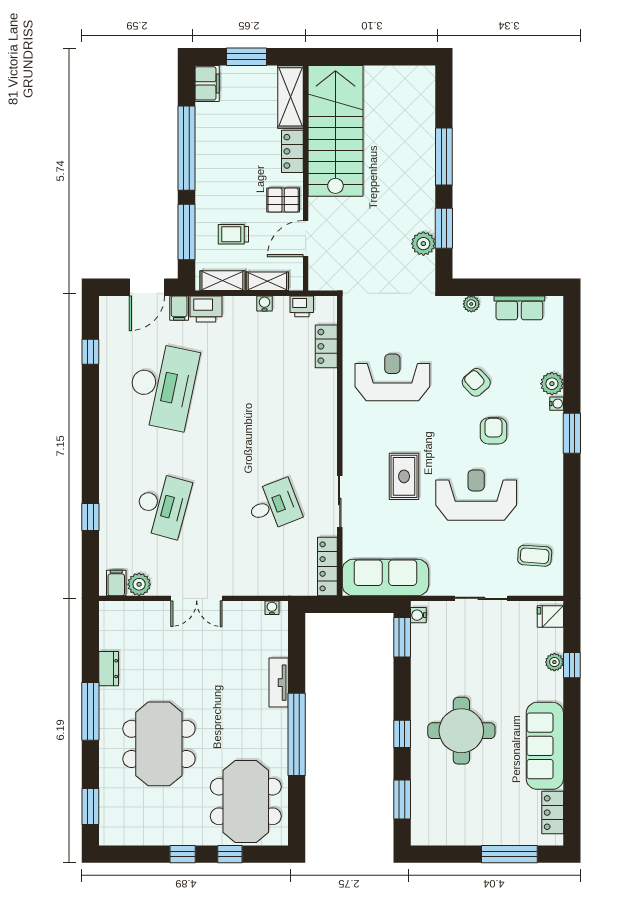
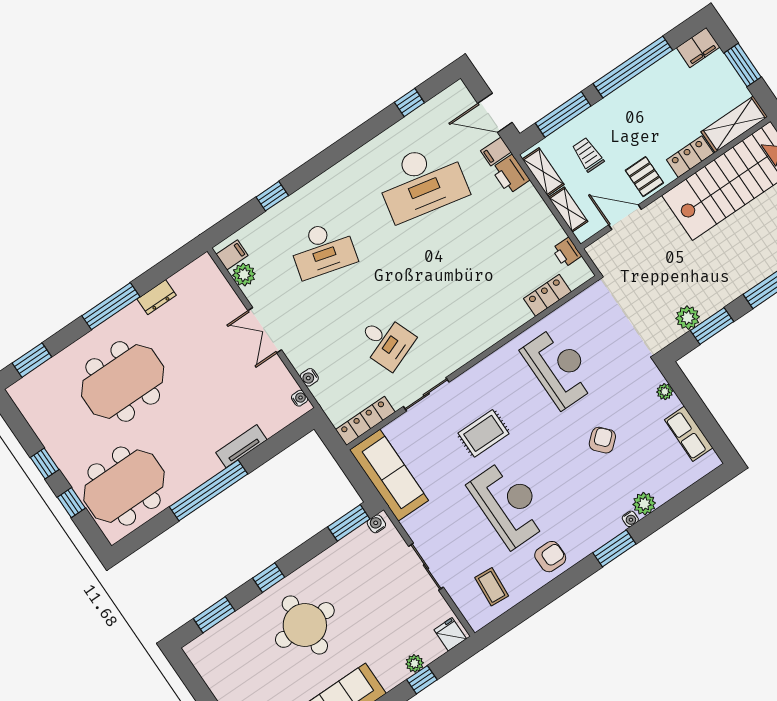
water cooler: (264, 303) -> (309, 377), moved, turned 180
armchair: (494, 431) -> (550, 557), moved

